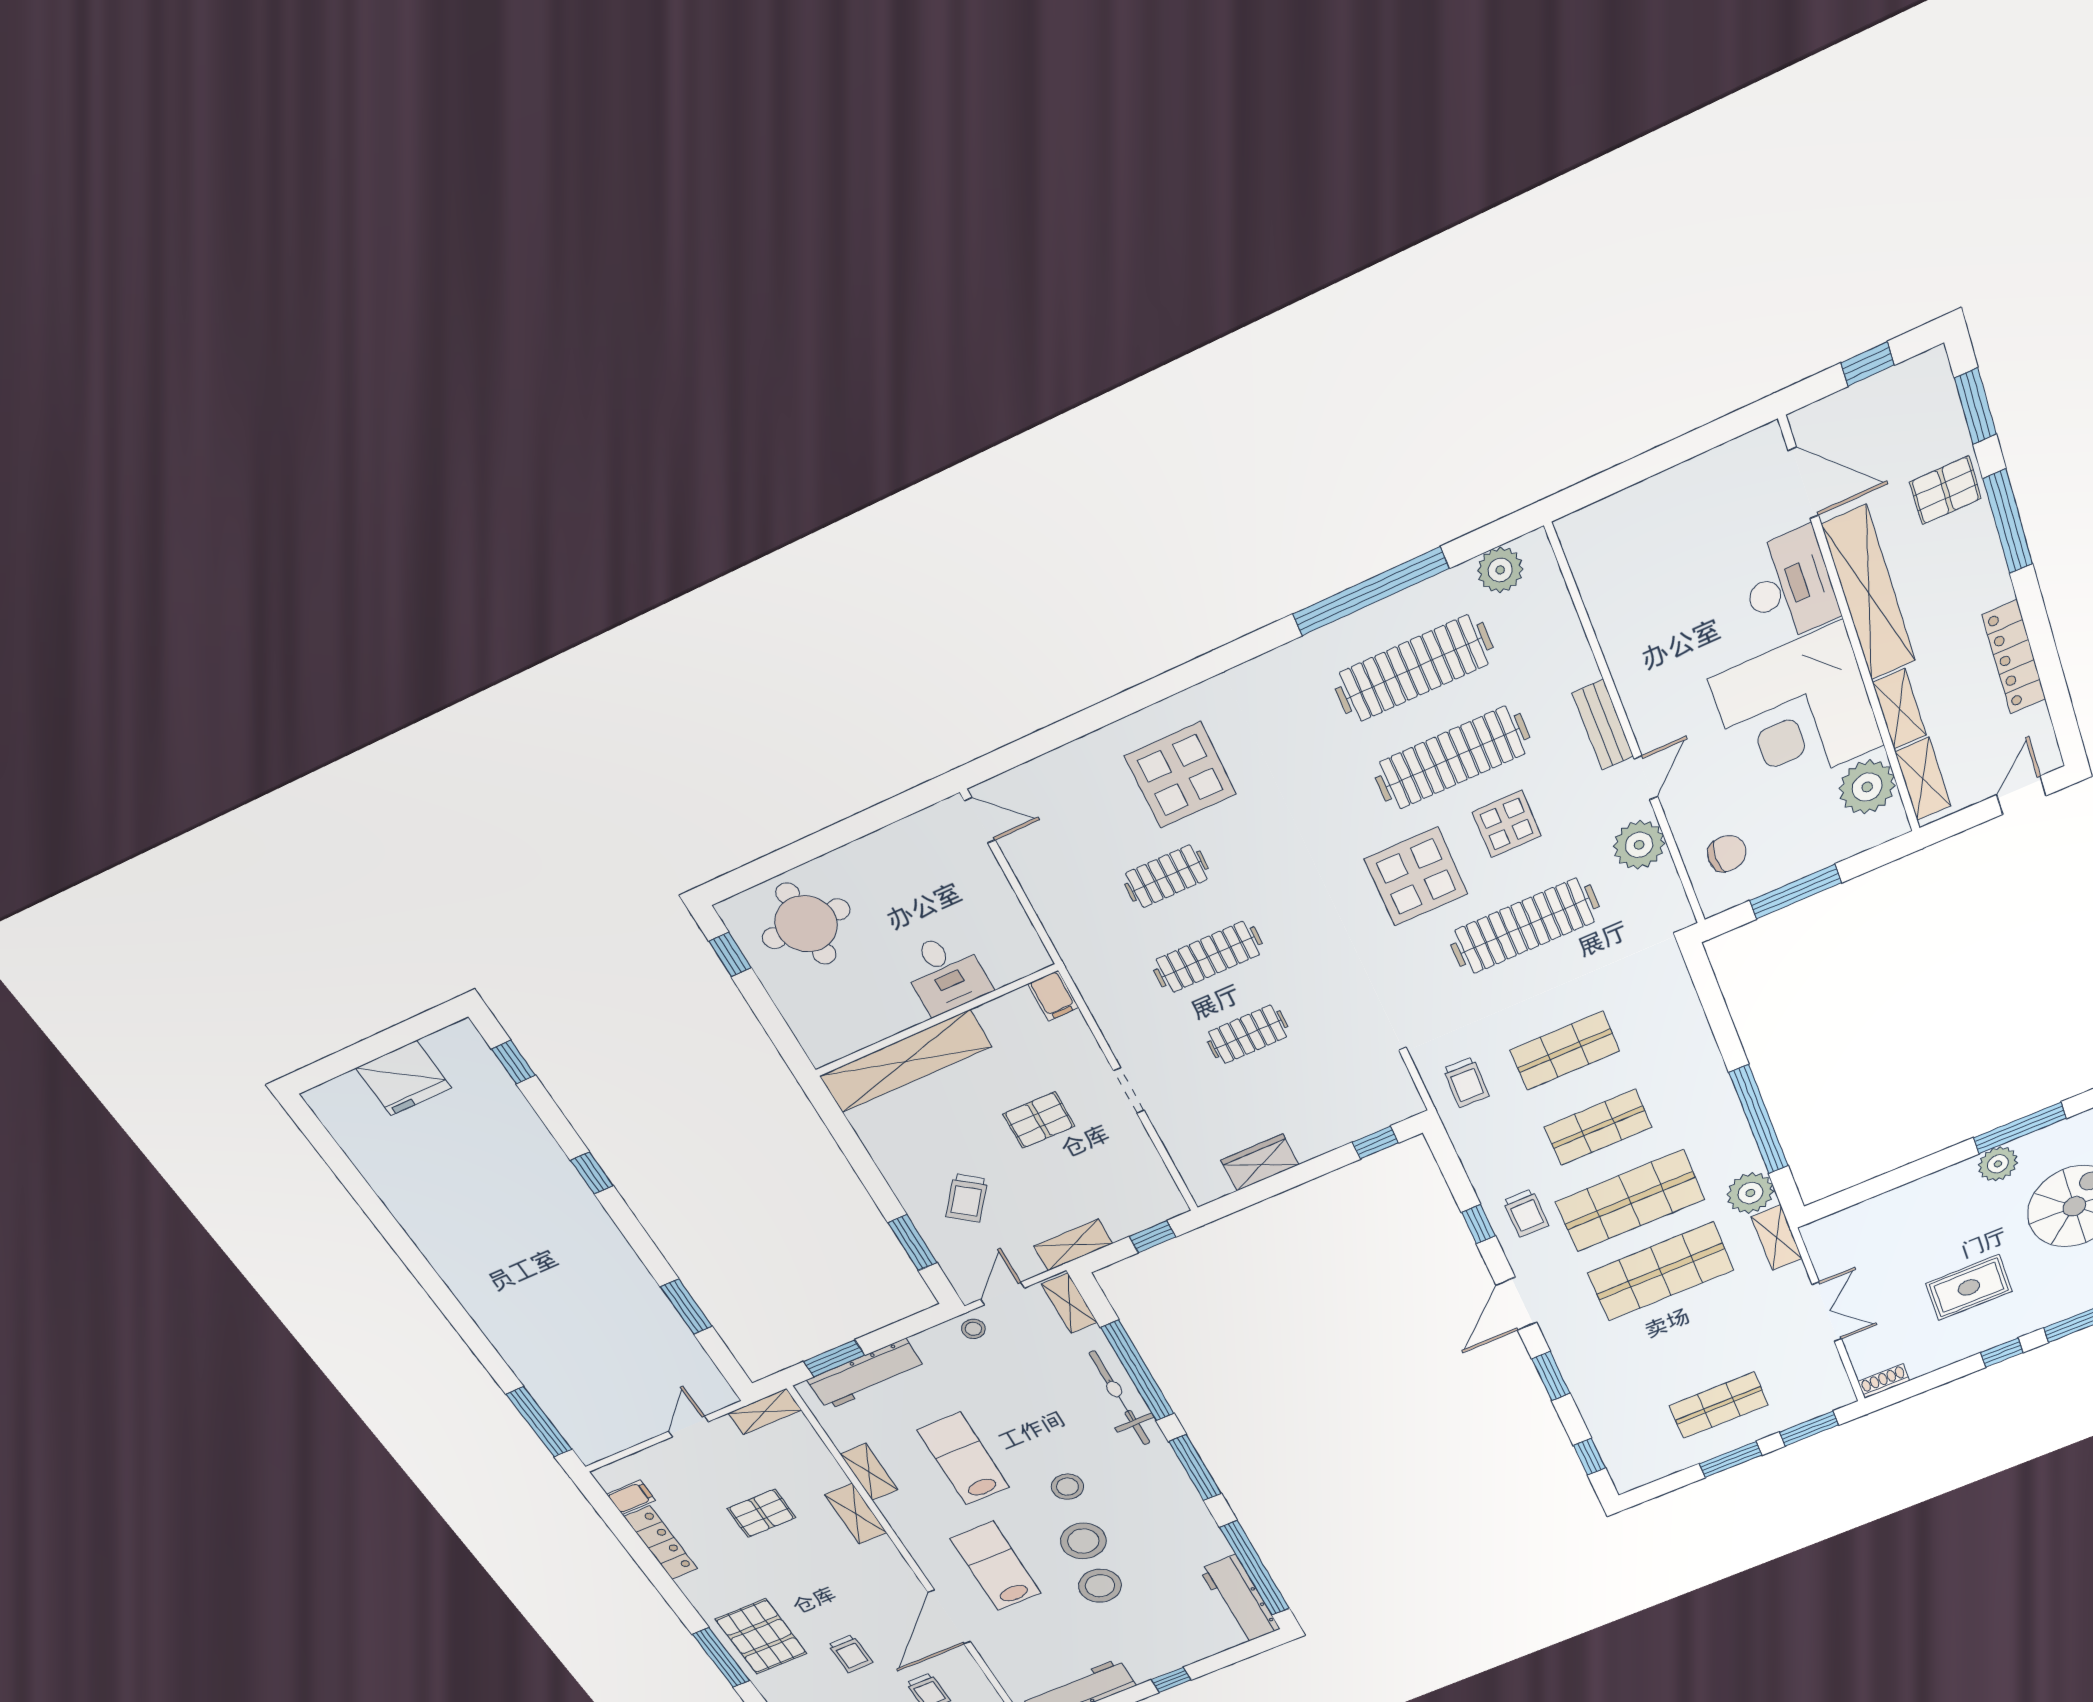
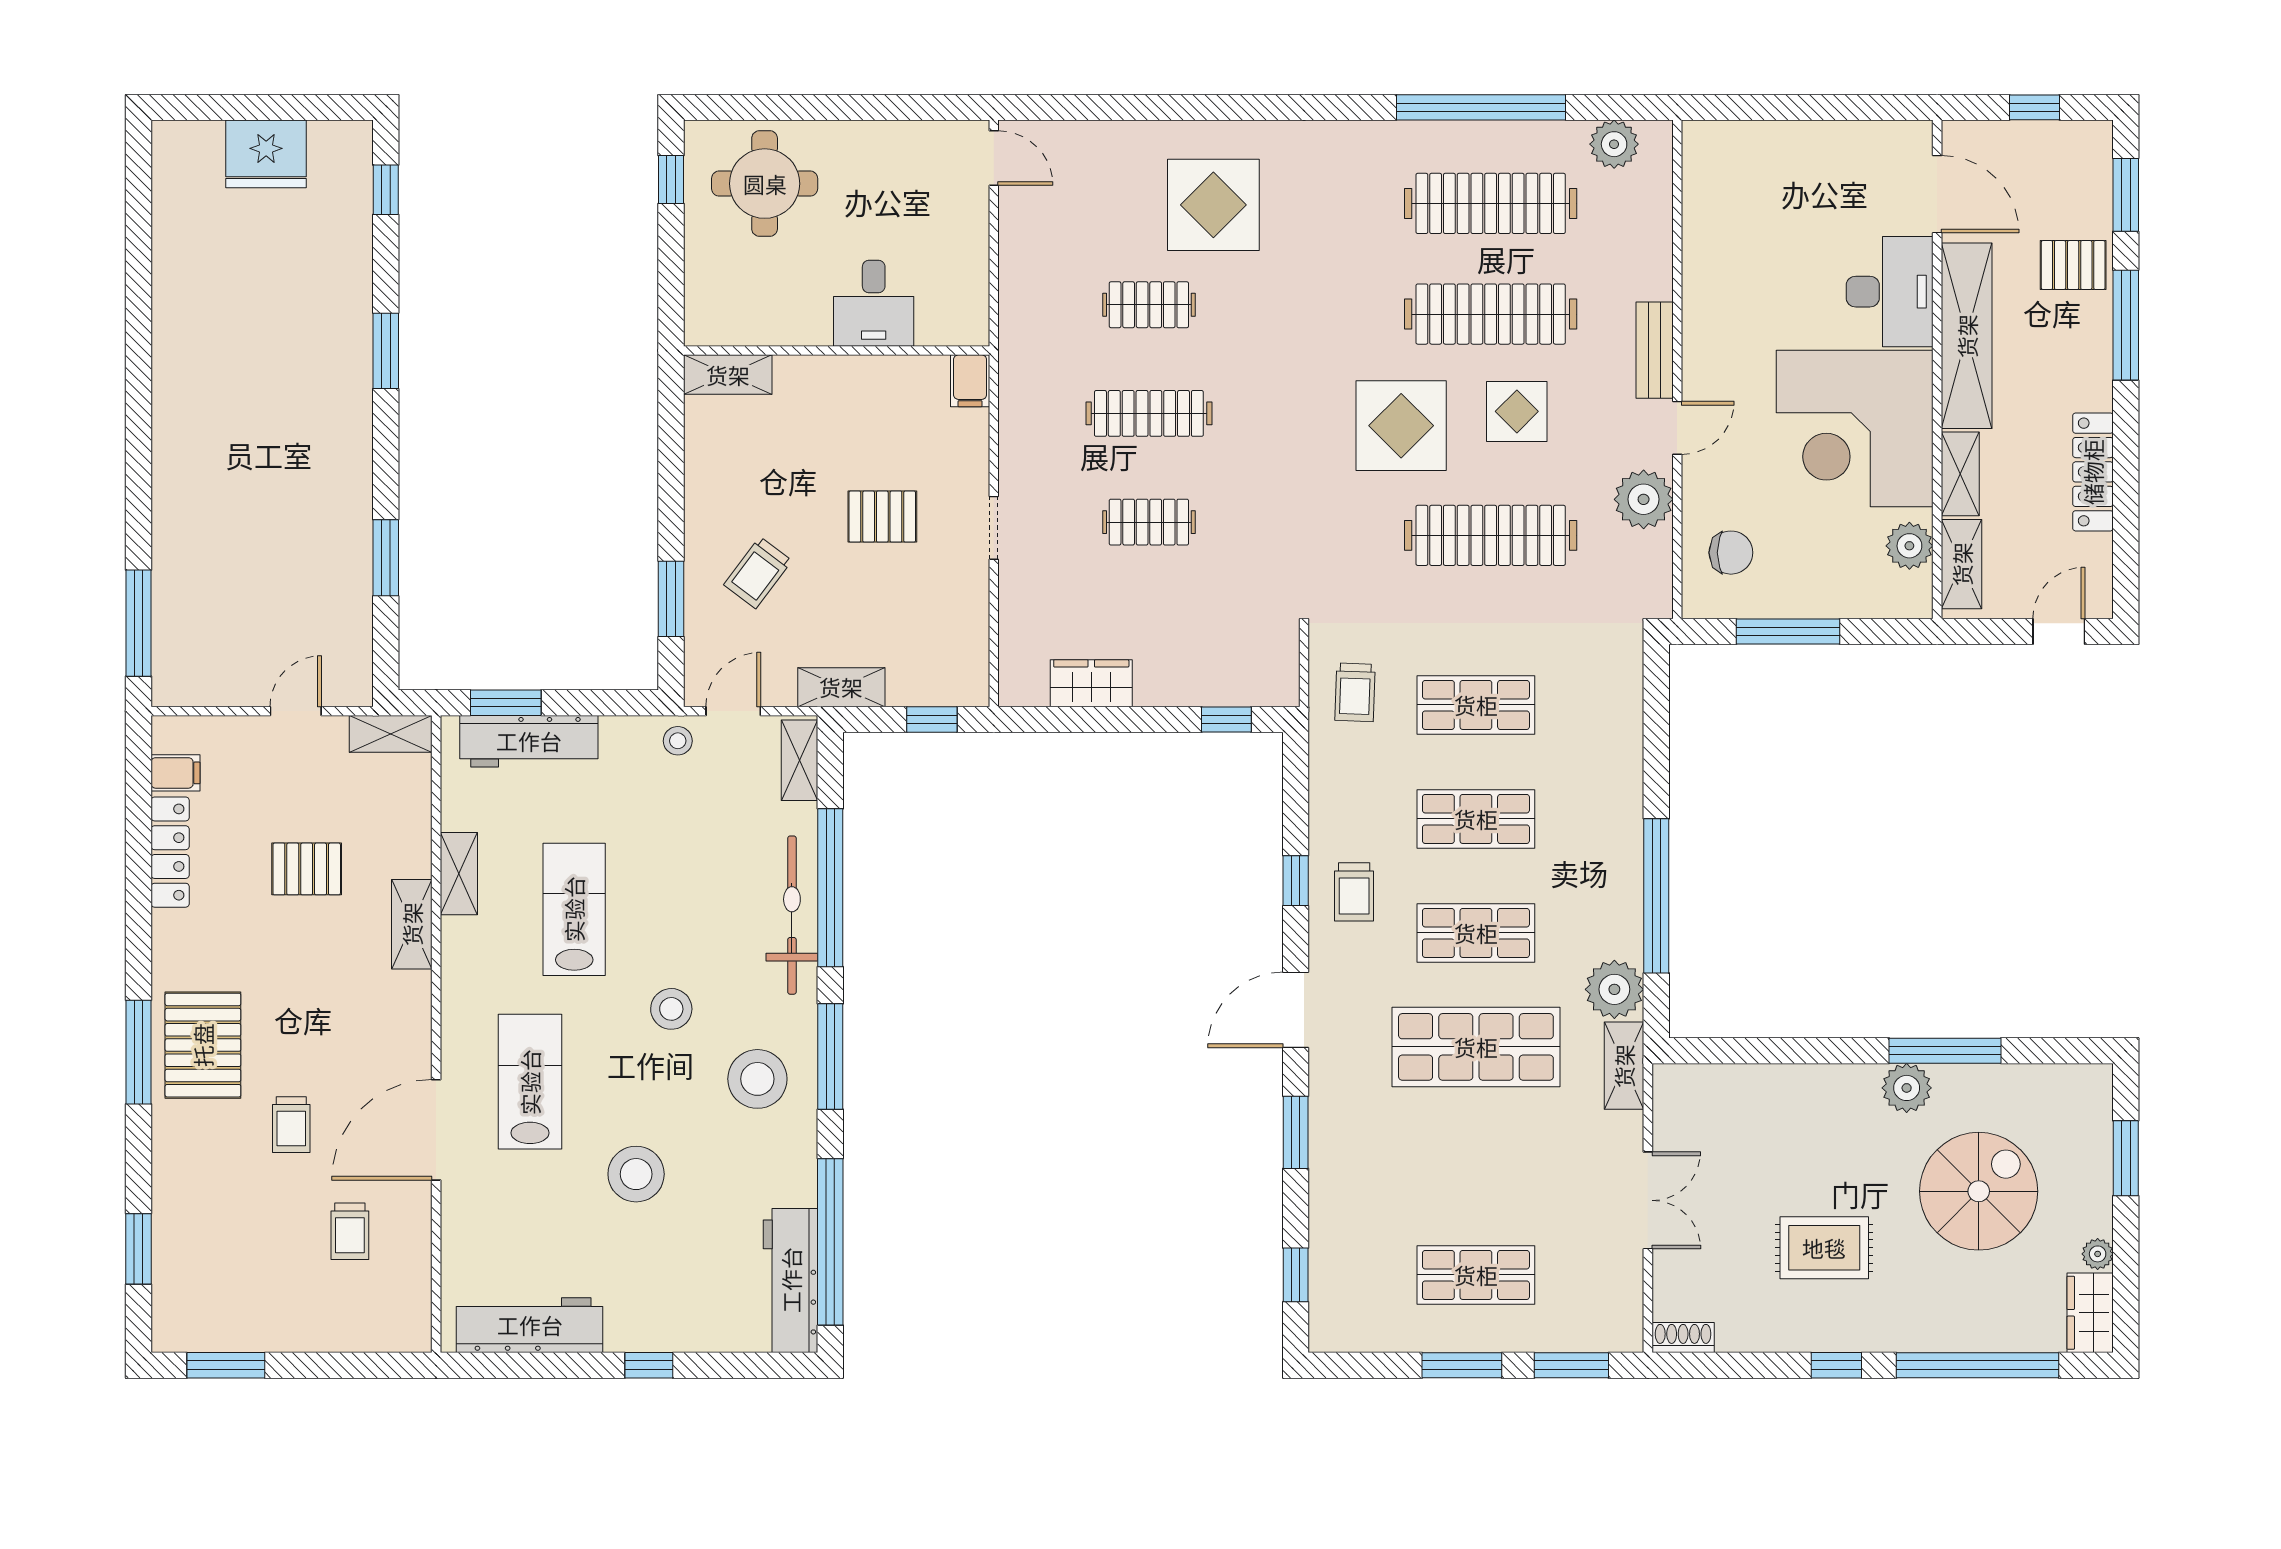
plant: (1867, 787) -> (1909, 546), width x0.73, depth x0.73
shelving: (906, 1061) -> (728, 375), width x0.45, depth x0.75
window: (592, 1173) -> (386, 351), width x1.50
shop shelf: (1630, 1201) -> (1476, 933), width x0.70, depth x0.74
stool: (1083, 1541) -> (757, 1079), moved

